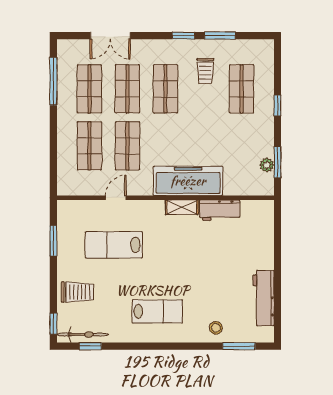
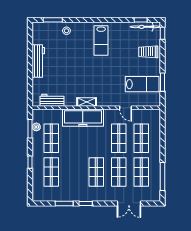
double door: (110, 36) -> (129, 203), swing flipped
trolley: (205, 71) -> (73, 183), removed
shop shelf: (242, 146) -> (51, 138), added
door: (116, 198) -> (126, 108), hinge flipped
workbench: (220, 210) -> (52, 100), moved
lab bench: (114, 245) -> (142, 84), moved
workbench: (264, 298) -> (38, 61), moved
lab bench: (157, 311) -> (101, 40), turned -90

